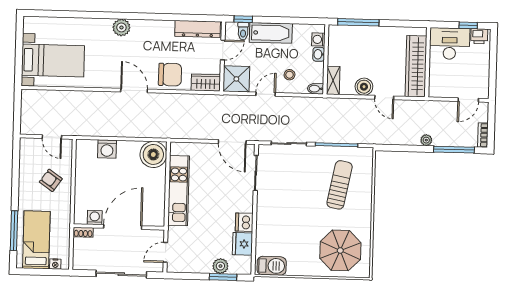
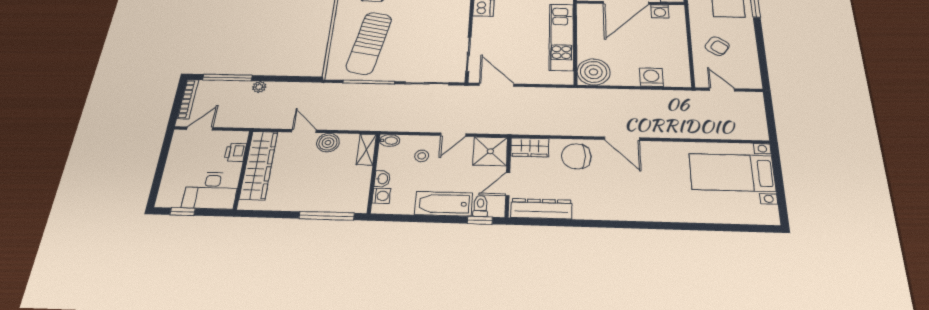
plant: (121, 27) -> (644, 211), removed
printer: (479, 36) -> (235, 152), moved, turned -90
bookcase: (483, 135) -> (188, 99), width x1.56
sun lounger: (340, 185) -> (369, 43), width x1.36, depth x1.34

